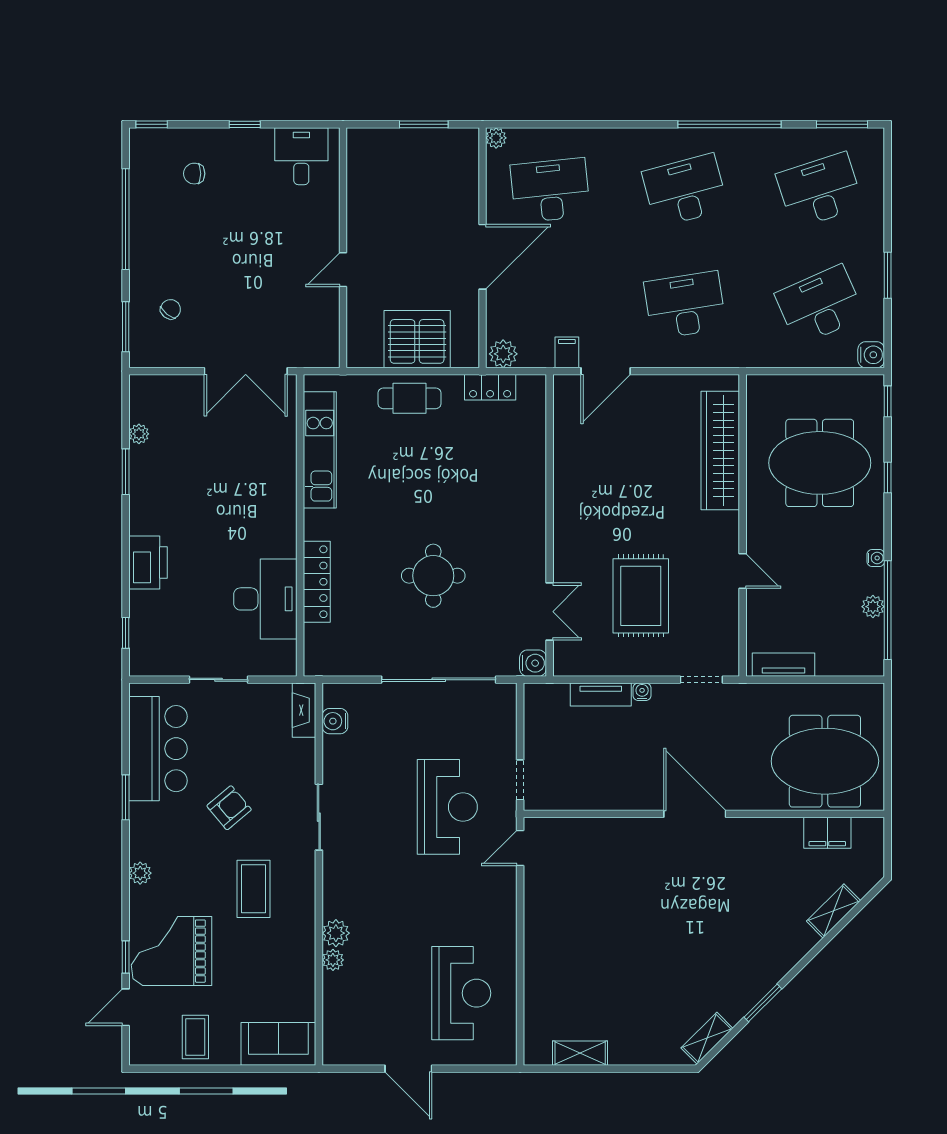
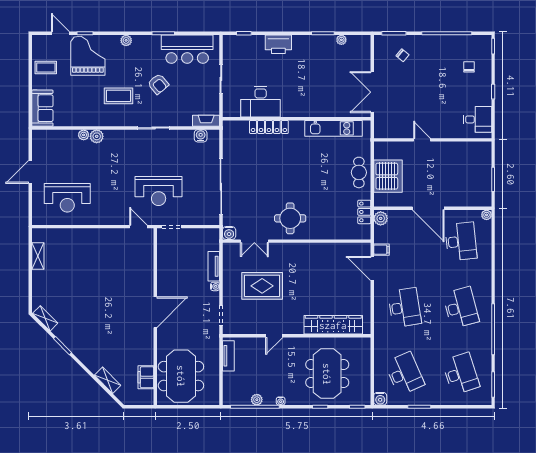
round table: (433, 576) -> (290, 218), moved

